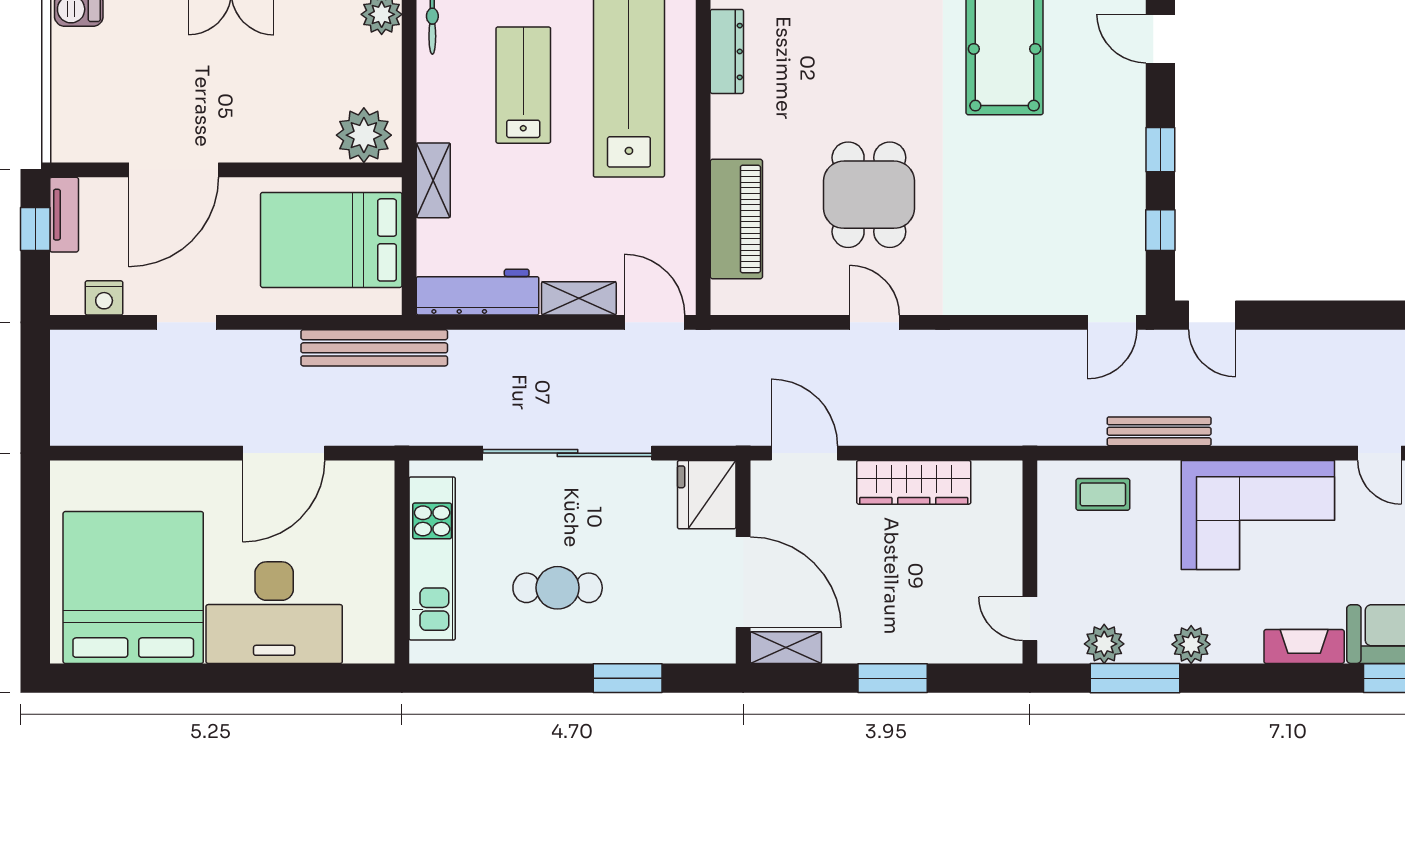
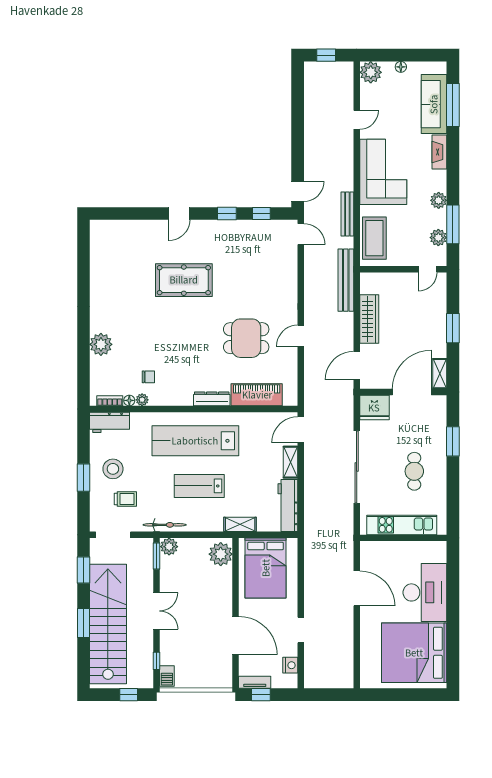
dresser: (727, 51) -> (212, 399), moved
bench: (374, 348) -> (346, 280), moved
coffee table: (1103, 494) -> (374, 238), width x1.86, depth x1.72

